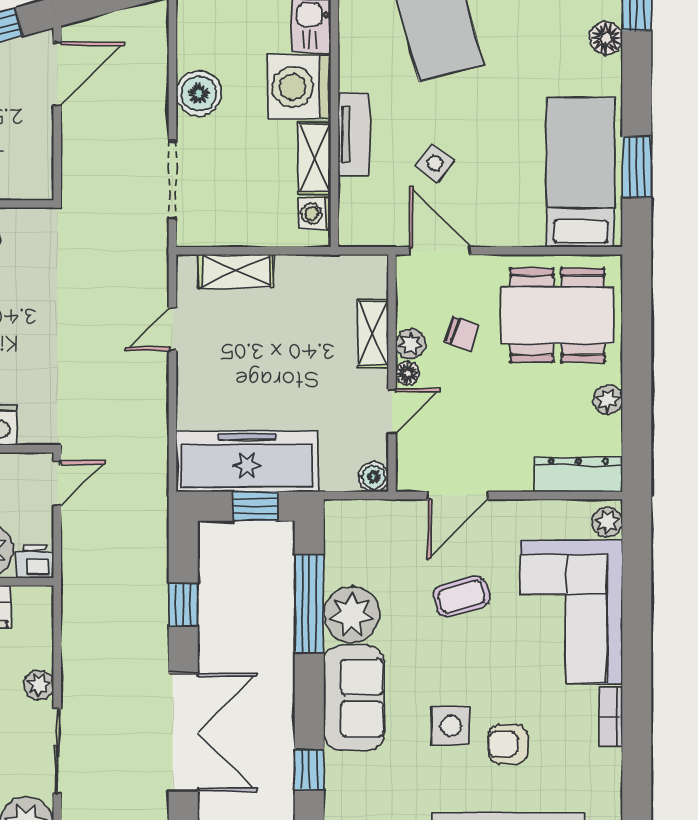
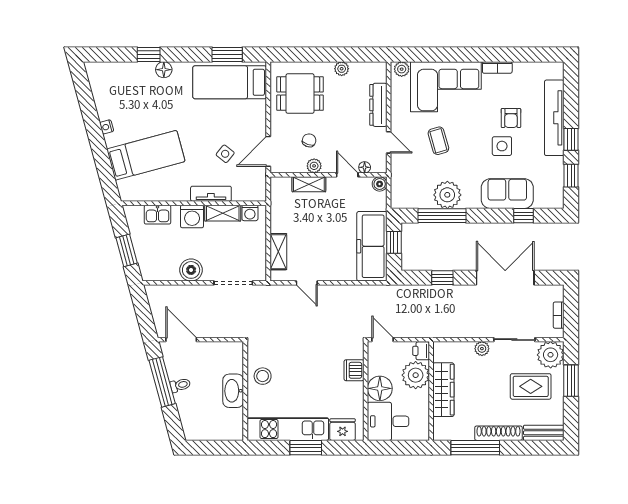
washing machine: (299, 87) -> (192, 216), width x0.73, depth x0.73
dining table: (557, 315) -> (300, 94), width x0.73
floor lamp: (407, 373) -> (365, 167), moved
dresser: (578, 475) -> (378, 105), moved
door: (458, 495) -> (389, 142), width x0.73
sofa: (354, 698) -> (507, 194), moved

